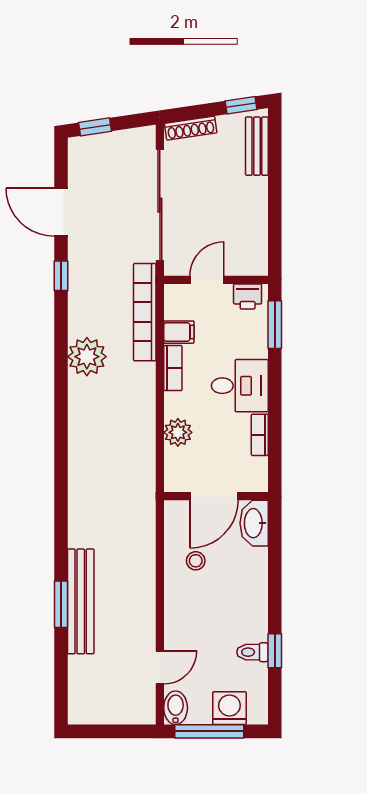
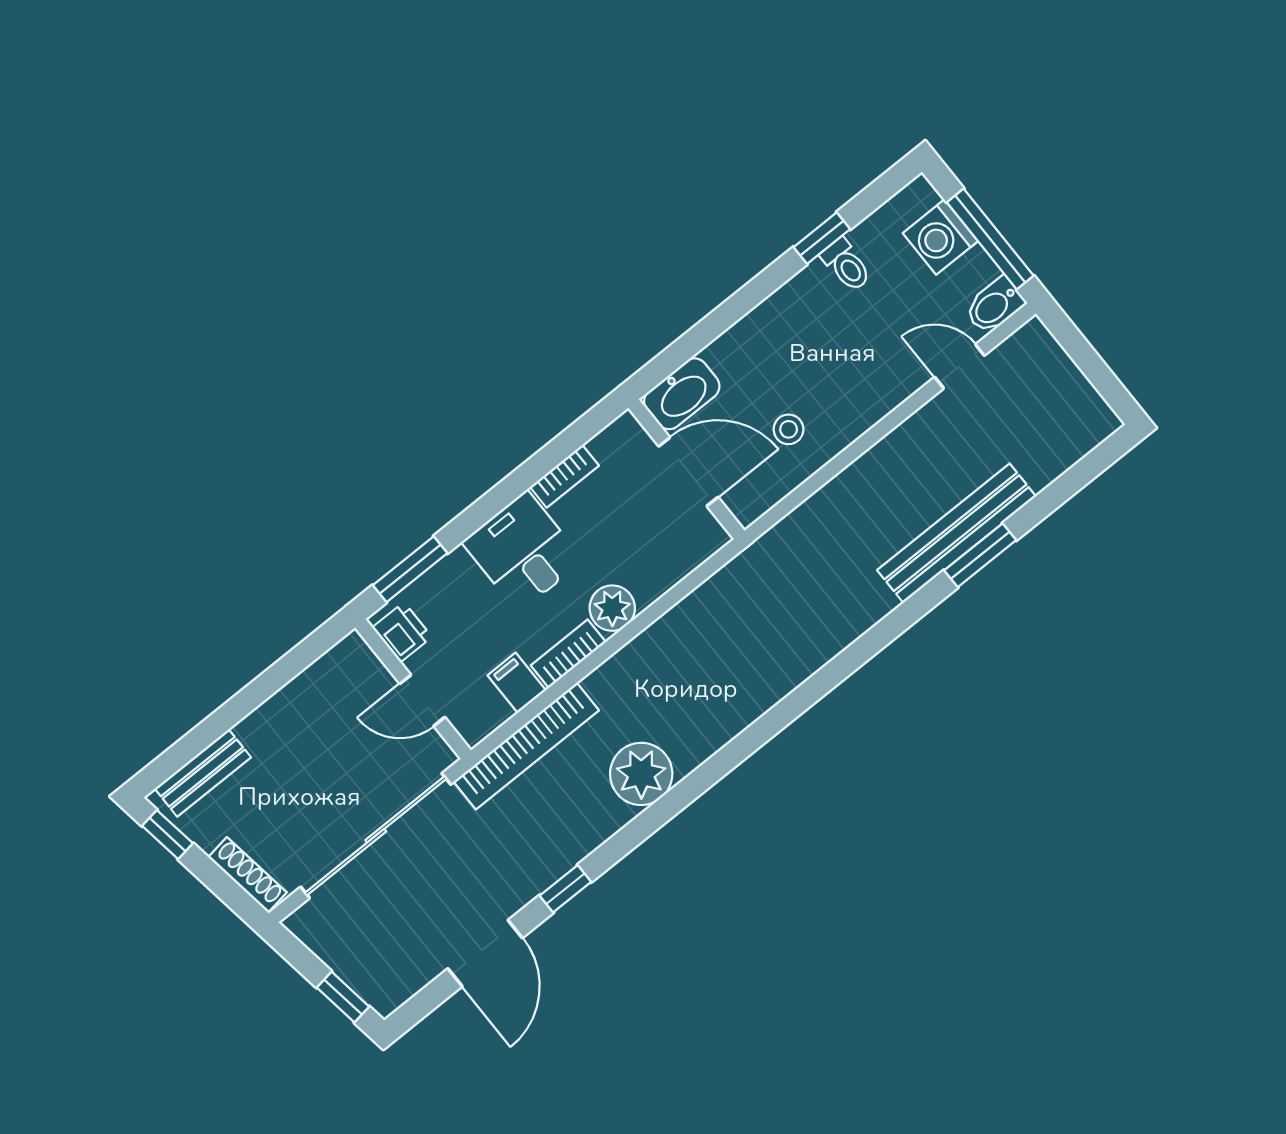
plant: (178, 432) -> (612, 608), moved

